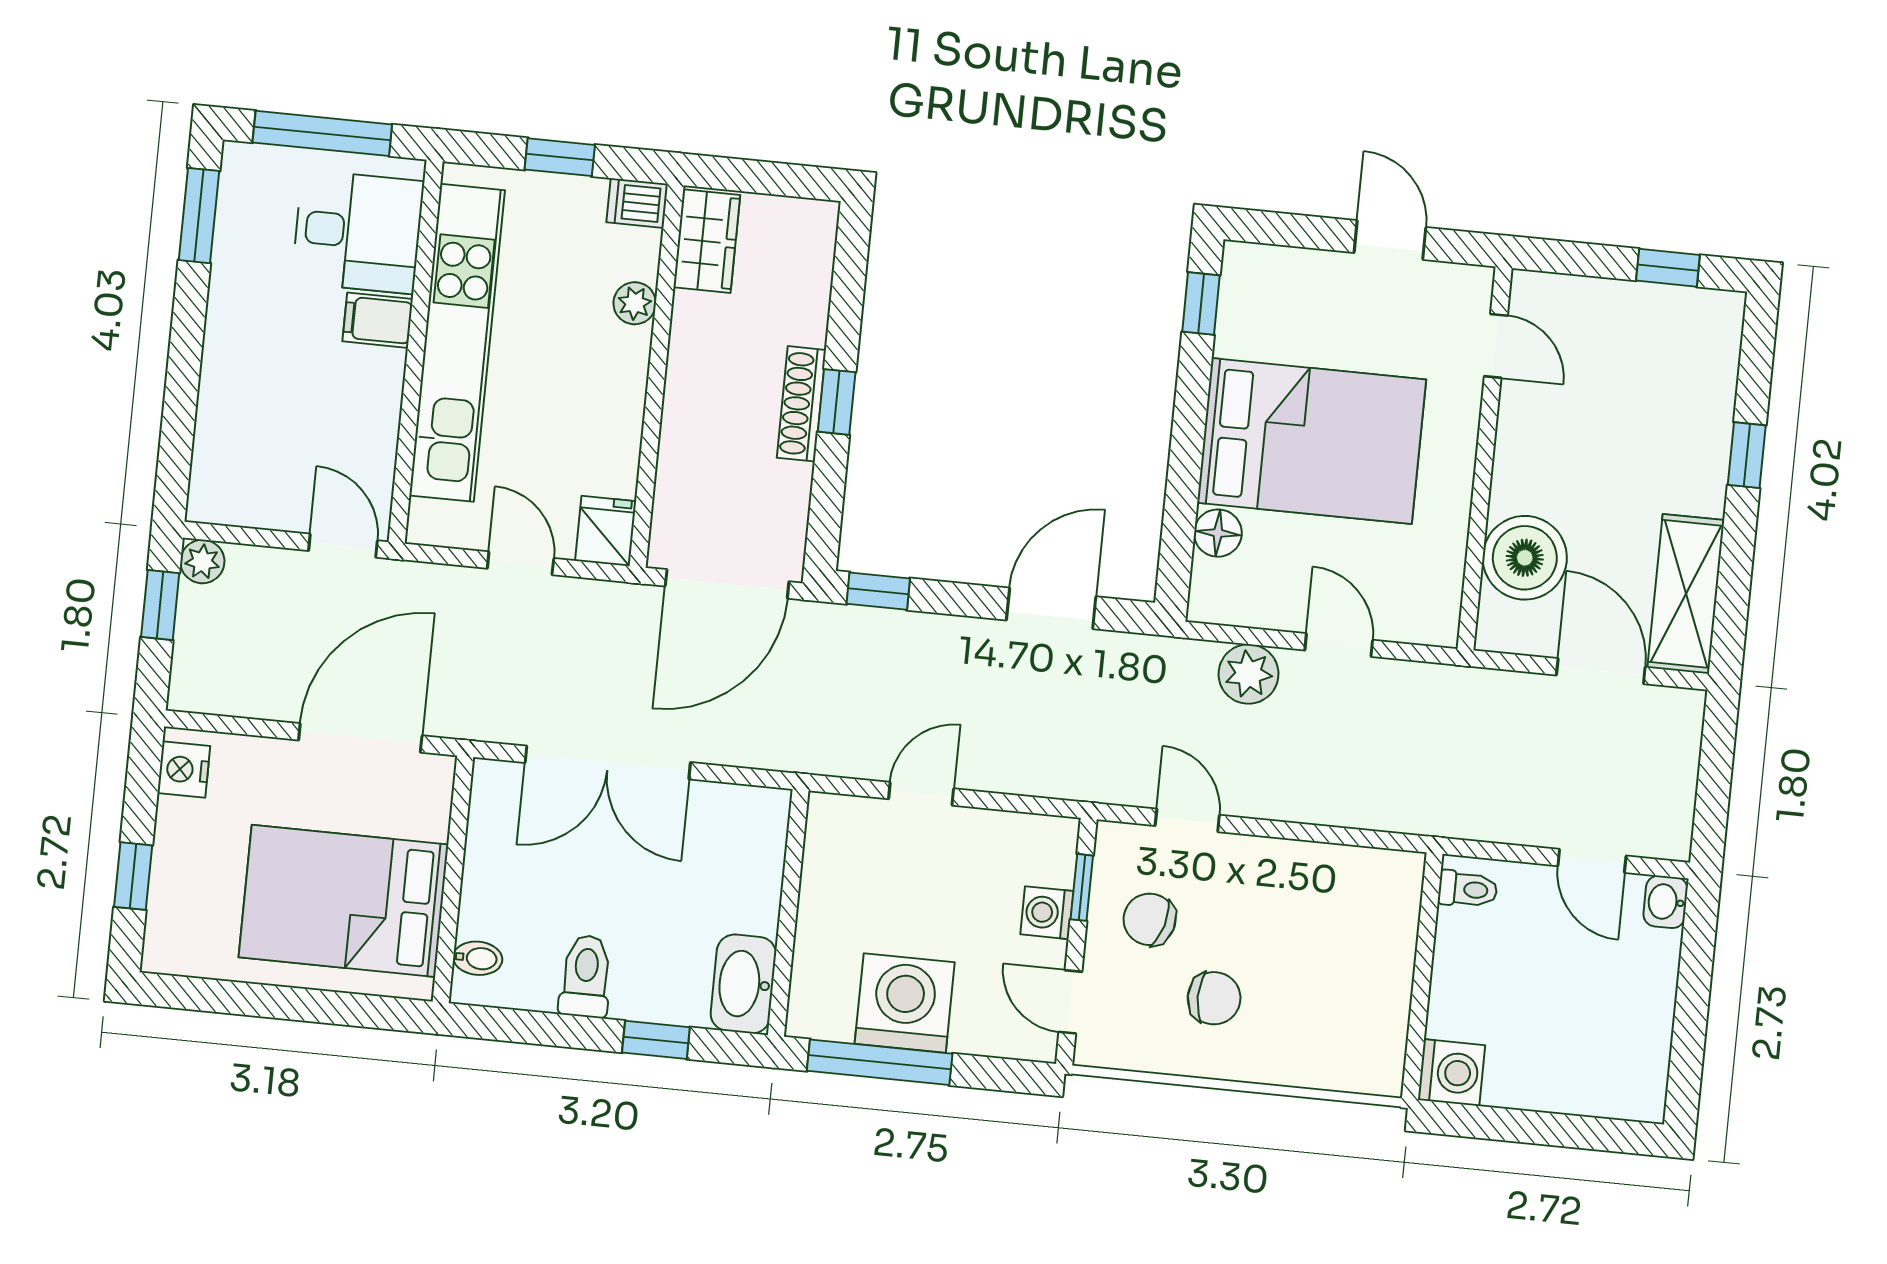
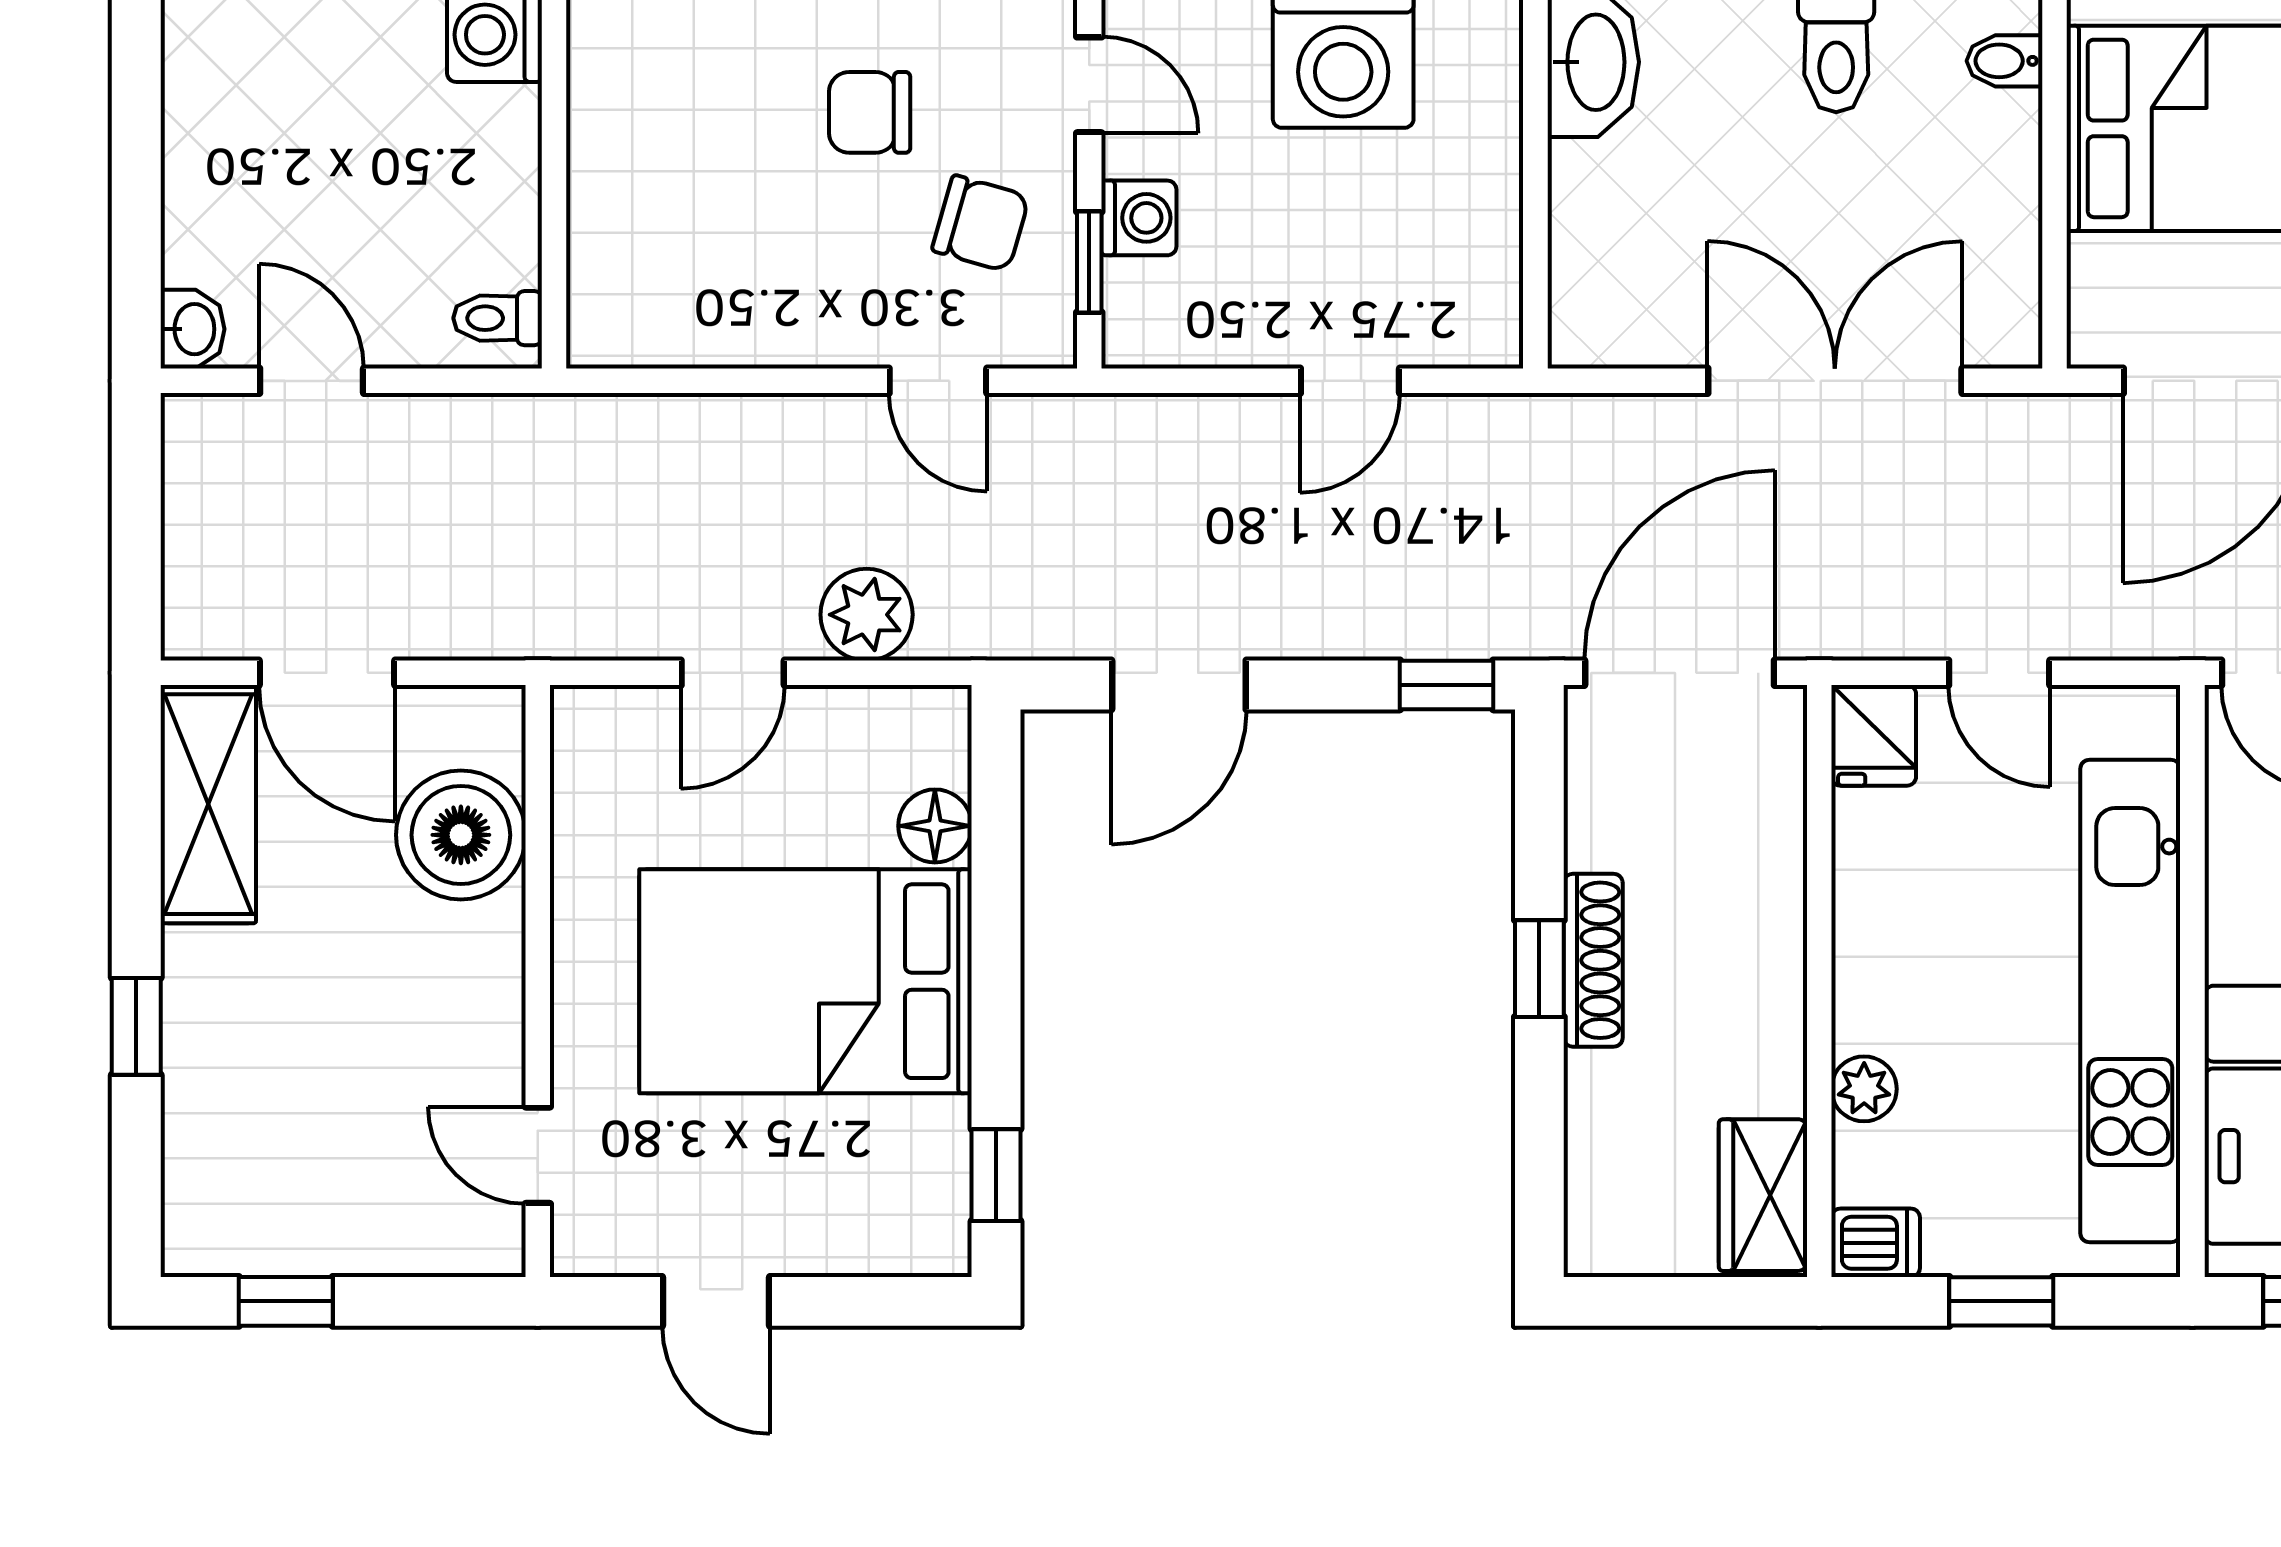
door: (1339, 645) -> (733, 673), hinge flipped

